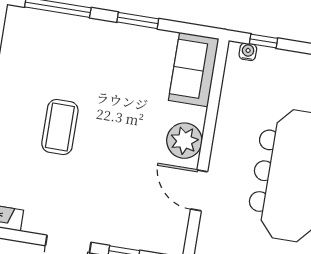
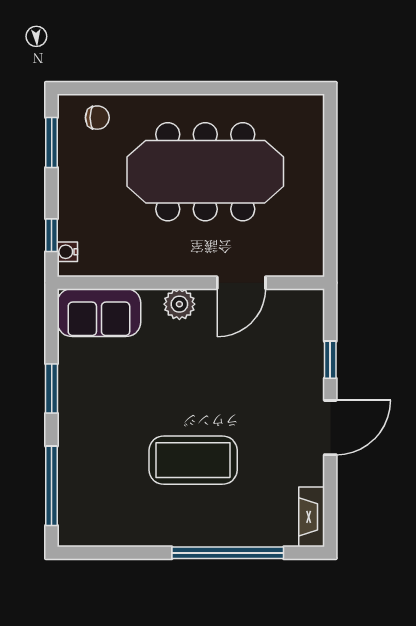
coffee table: (60, 127) -> (193, 460), width x1.36, depth x1.32
plant: (184, 141) -> (179, 304), width x0.73, depth x0.73

